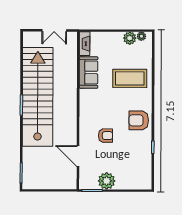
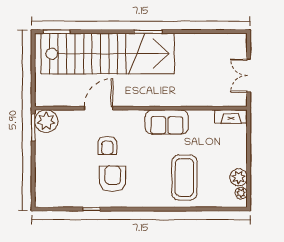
sofa: (89, 72) -> (167, 122), moved
stairs: (38, 97) -> (108, 54), moved
armchair: (139, 120) -> (113, 179), moved
door: (78, 156) -> (98, 108), moved
plant: (107, 181) -> (46, 121), moved

